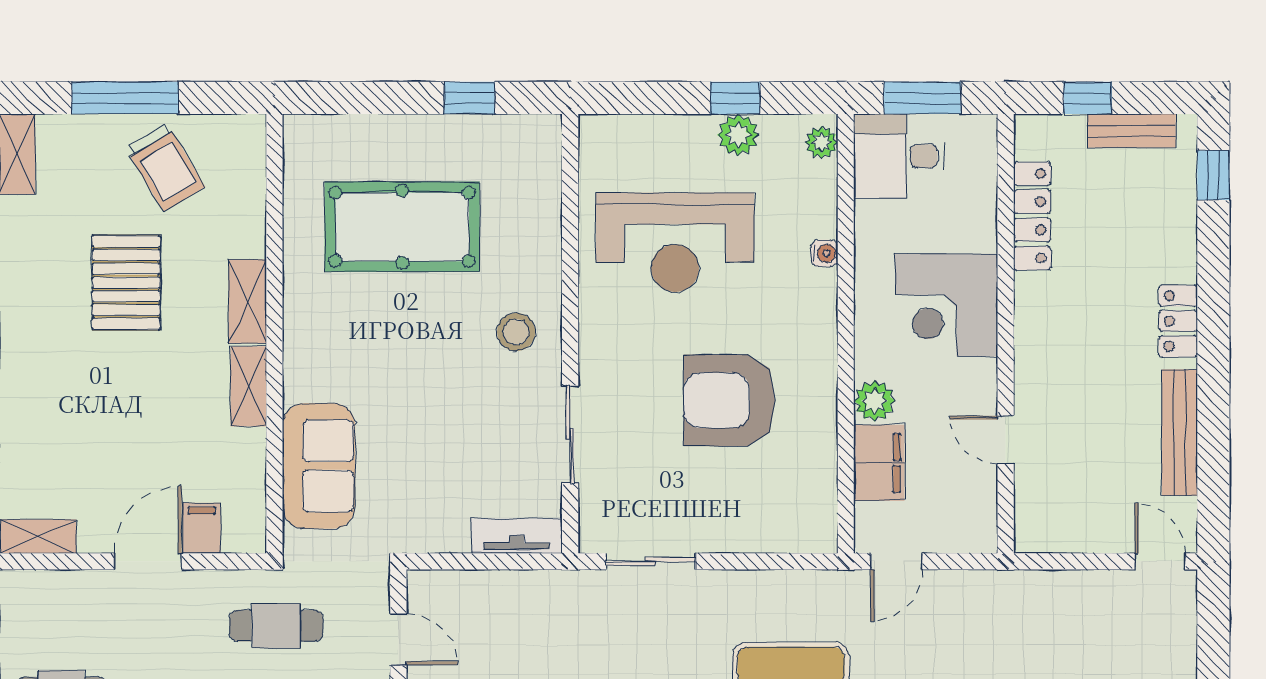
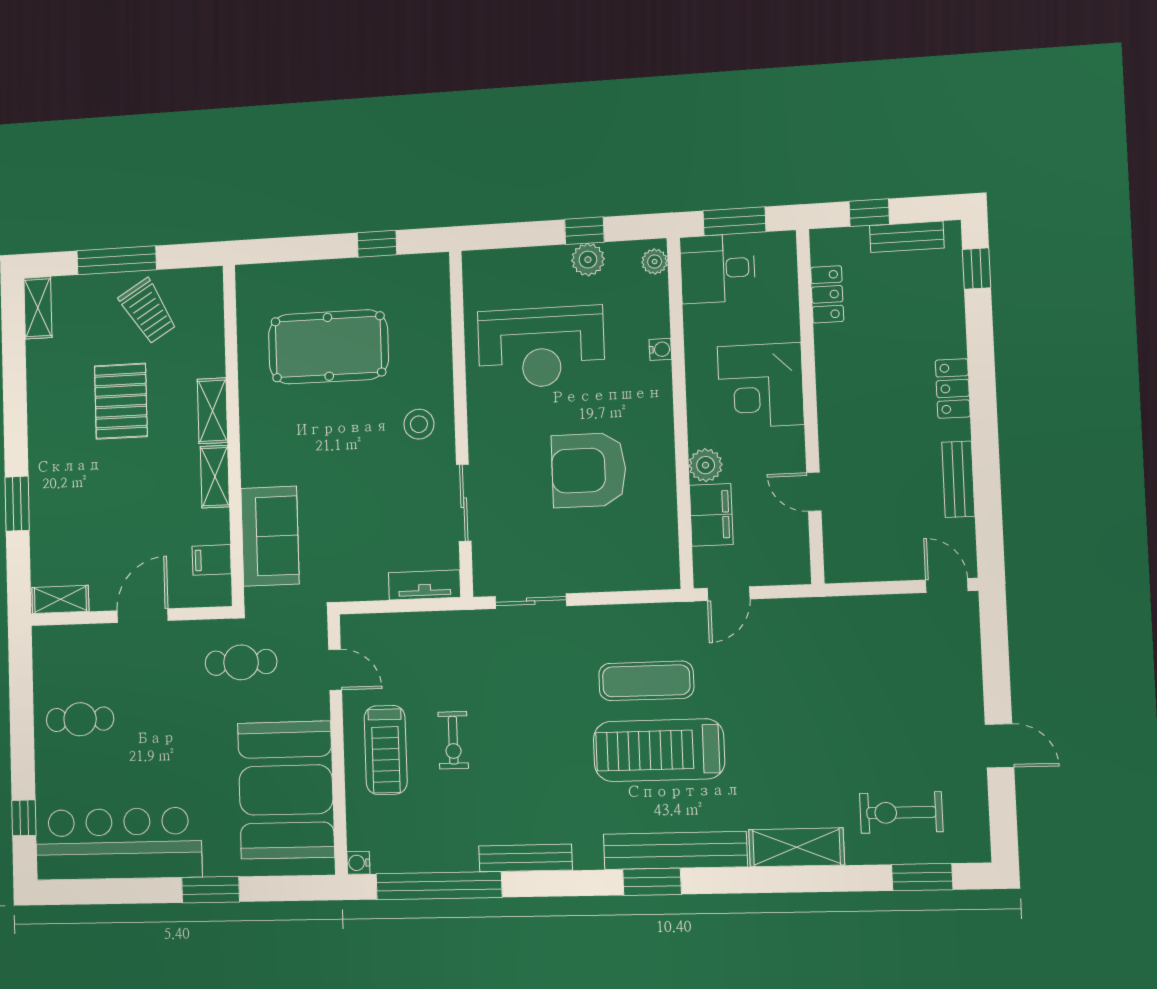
locker: (1032, 216) -> (827, 294), width x0.66
bench: (1180, 433) -> (958, 479), width x0.73
filing cabinet: (202, 528) -> (212, 560), moved, turned -90

